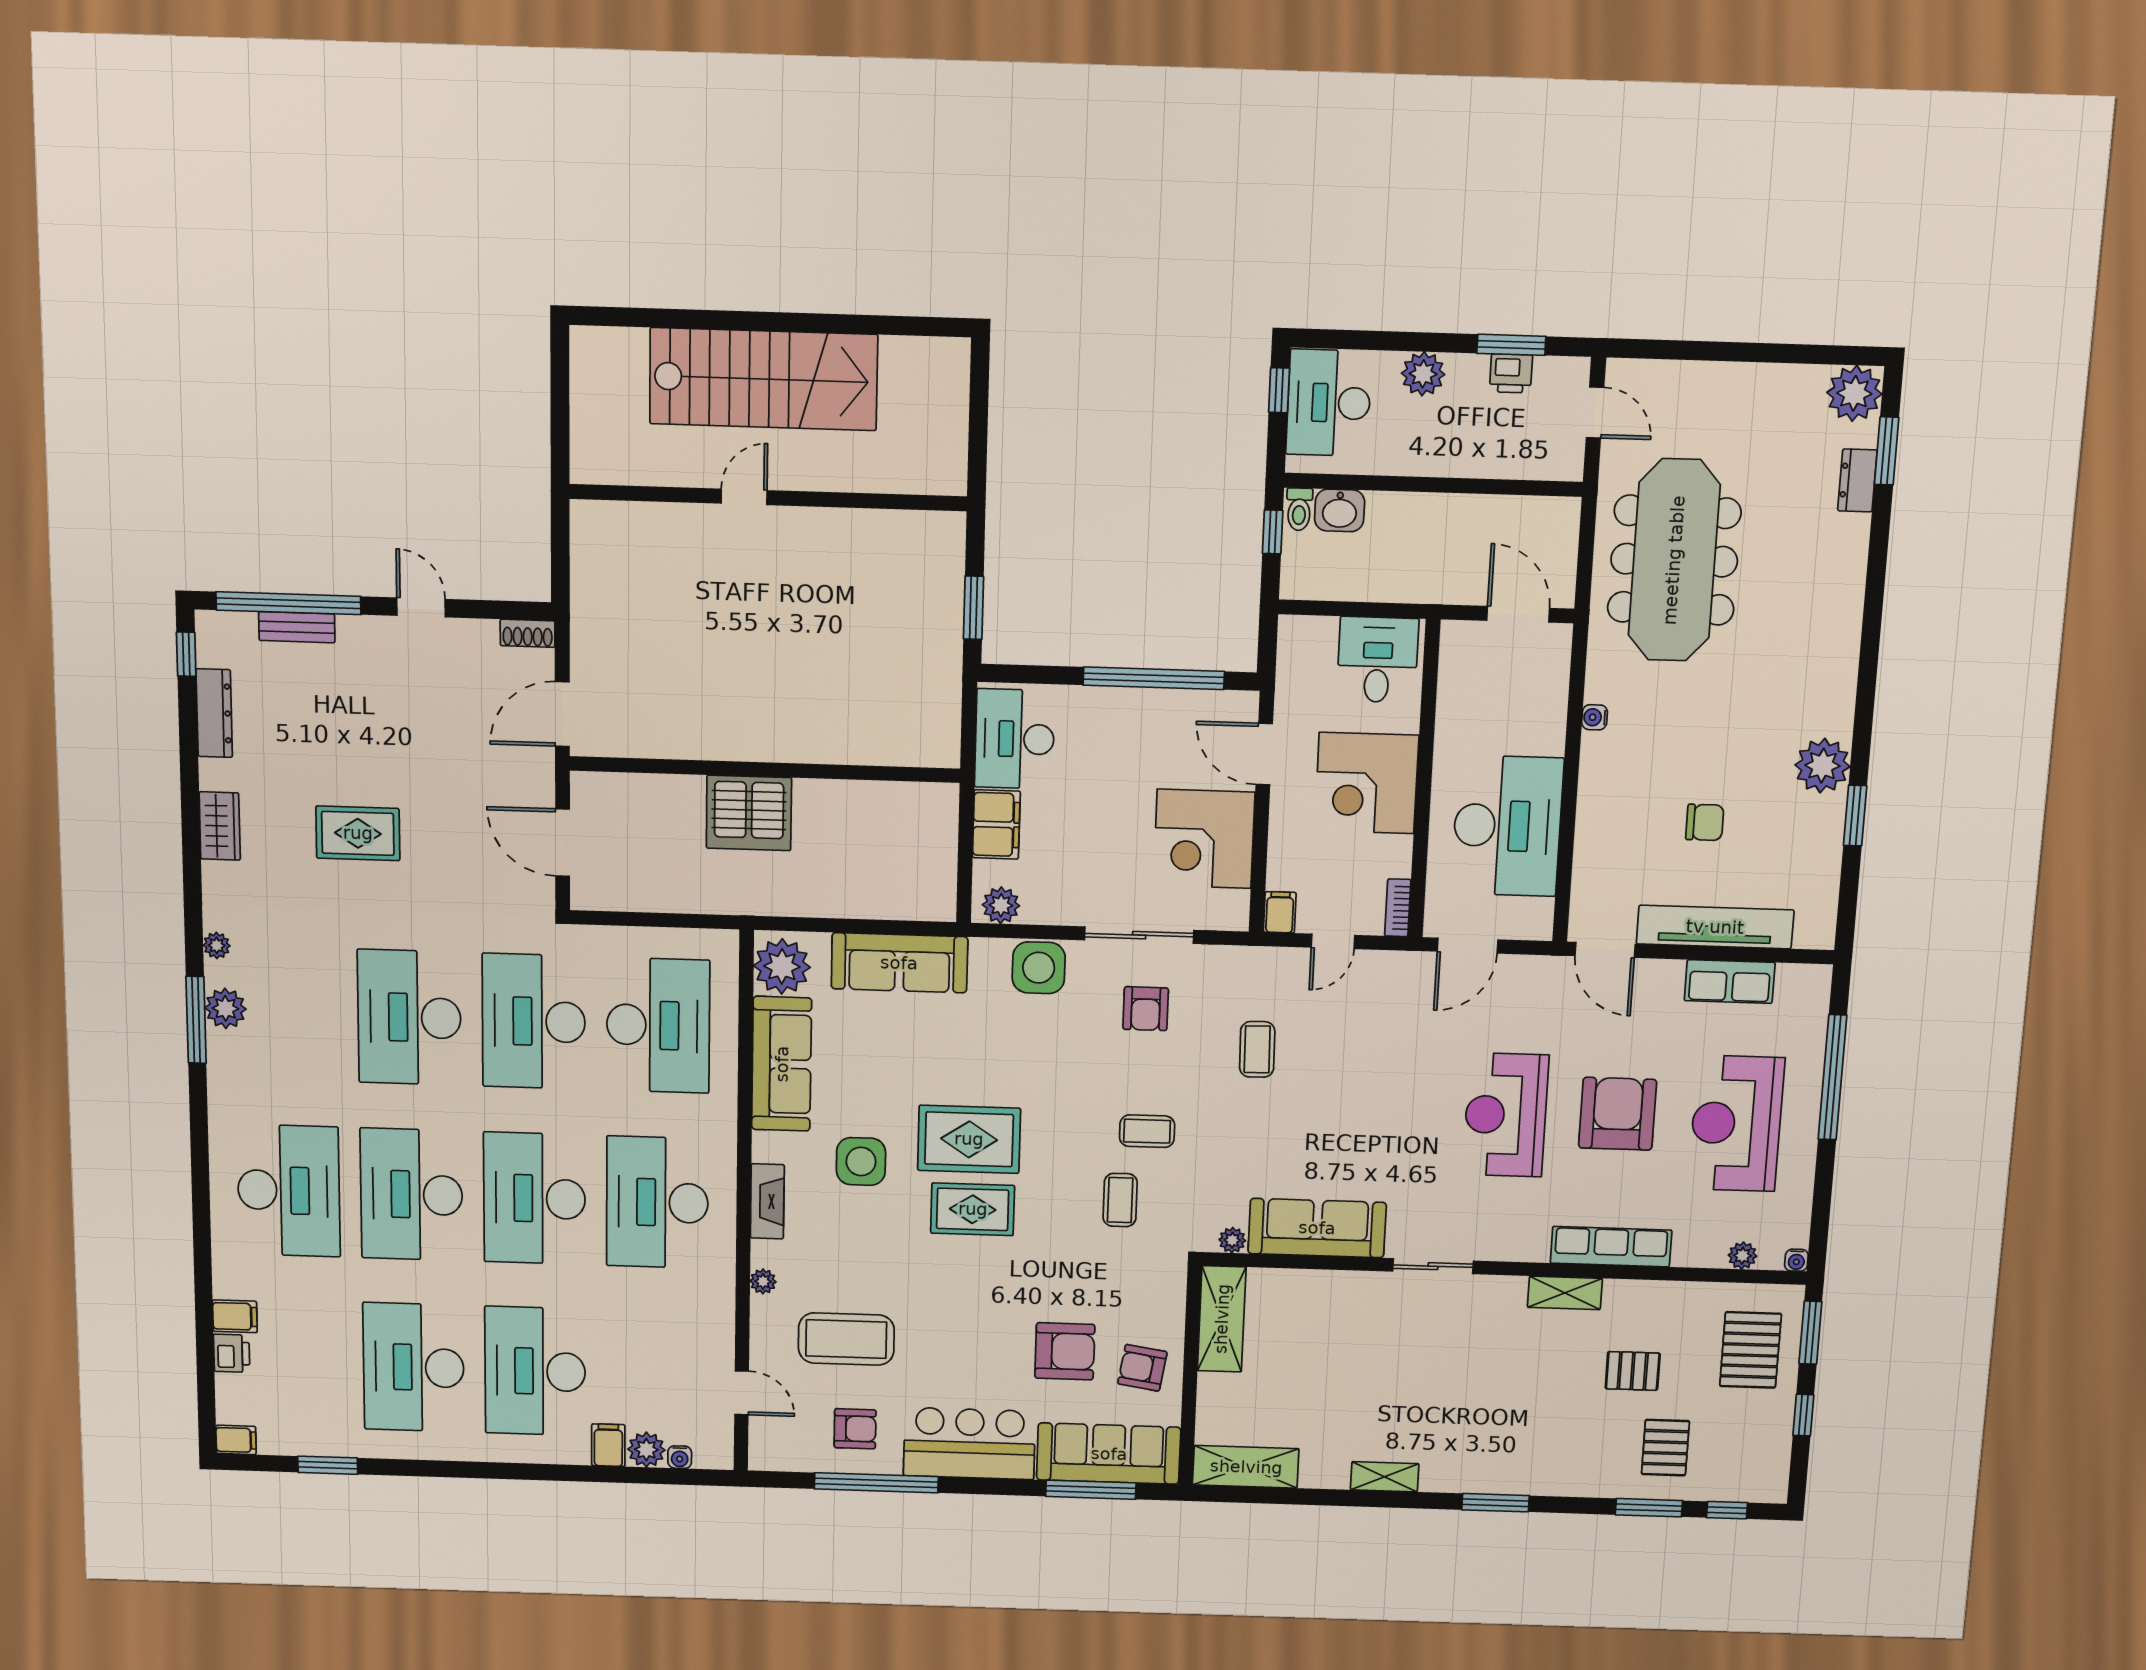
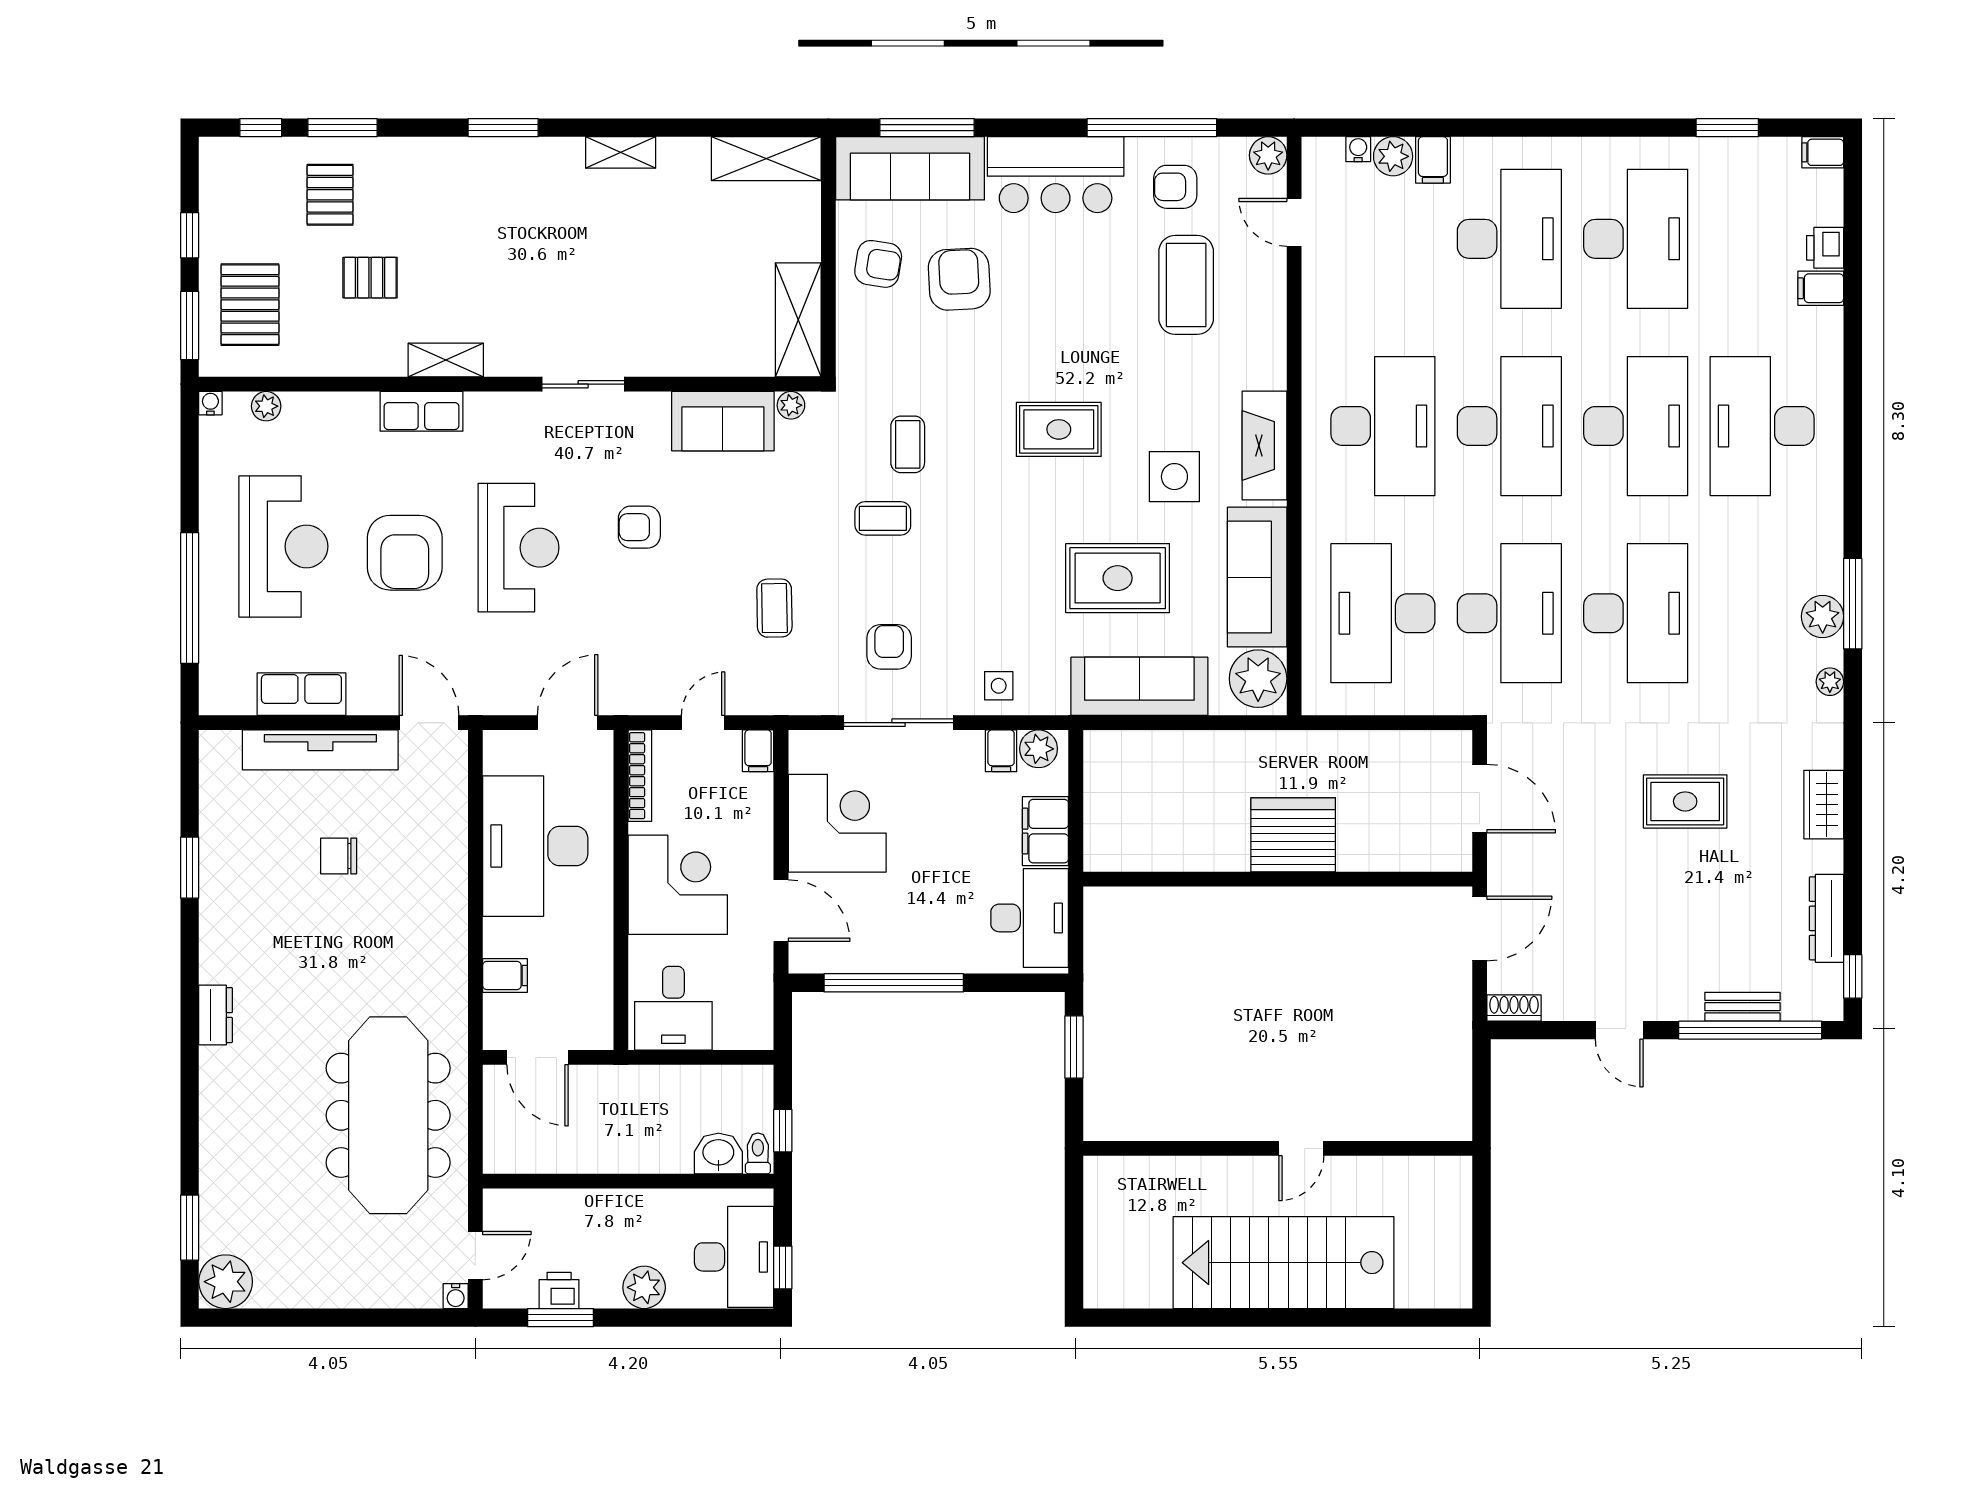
door: (1595, 413) -> (475, 1256), swing flipped
dresser: (1857, 480) -> (216, 1015), moved
filing cabinet: (1546, 698) -> (505, 975), added
water cooler: (1595, 717) -> (456, 1296), moved, turned 90
plant: (1822, 766) -> (226, 917), removed
filing cabinet: (1038, 905) -> (1001, 751), added
bookcase: (1398, 908) -> (640, 776), width x1.56
side table: (1039, 968) -> (999, 686), width x0.54, depth x0.54
armchair: (1386, 1131) -> (639, 527), added
rug: (969, 1139) -> (1118, 578), moved
fireplace: (767, 1201) -> (1264, 446), width x1.37, depth x1.32
sofa: (1317, 1228) -> (723, 421), width x0.73
row of seats: (1611, 1247) -> (421, 411), width x0.68
plant: (763, 1281) -> (1268, 155), moved, width x1.38, depth x1.38
coffee table: (846, 1339) -> (1186, 285), turned 90
armchair: (1065, 1351) -> (959, 279), turned 87

